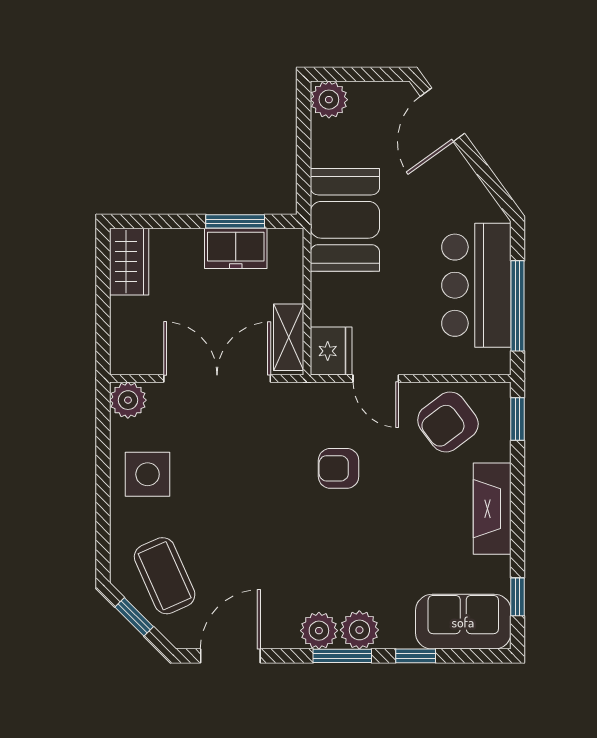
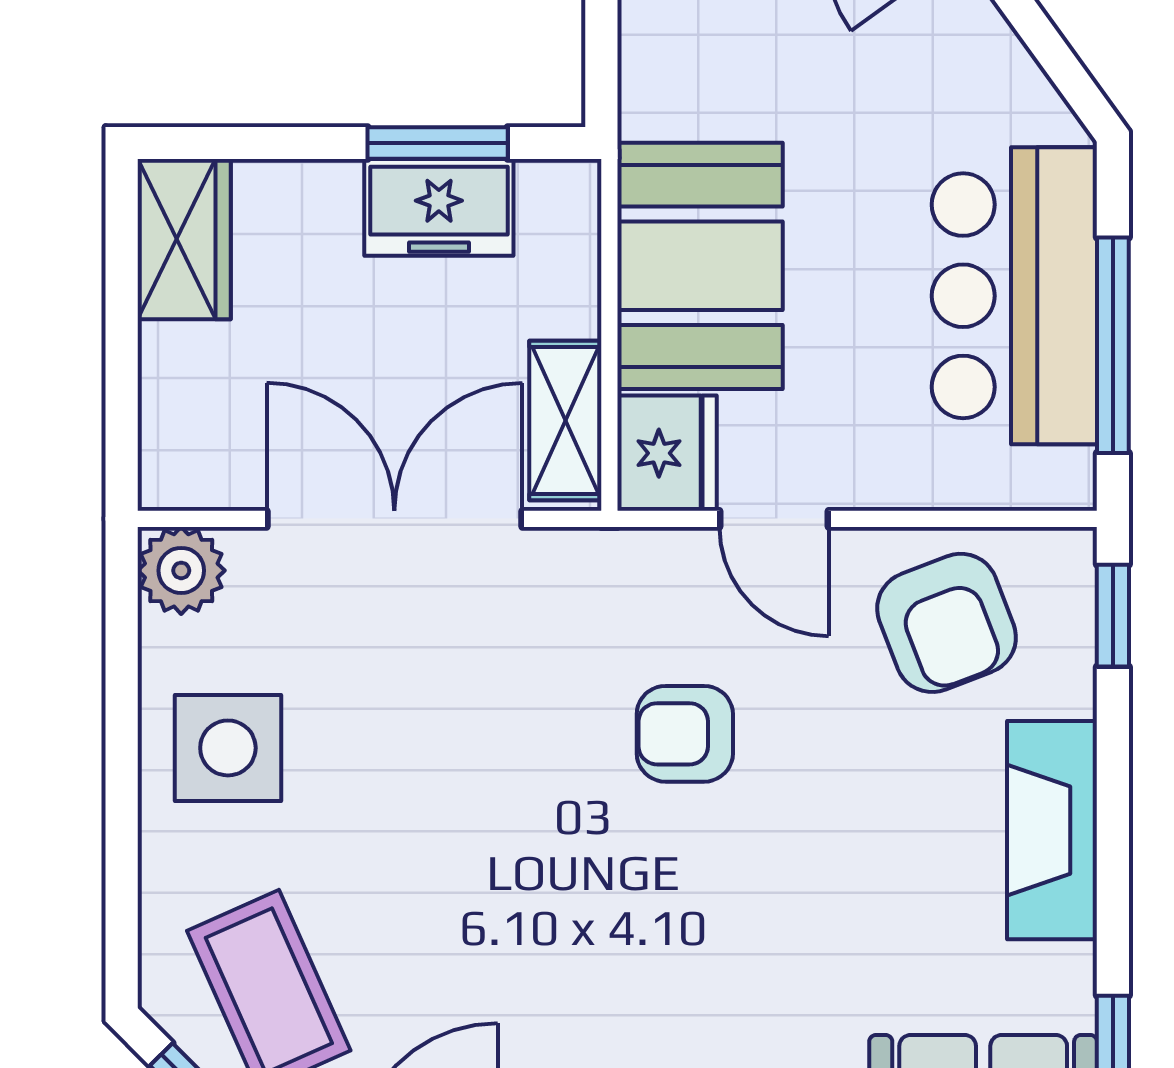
booth: (345, 220) -> (700, 266), moved
armchair: (448, 422) -> (947, 623), turned -74

